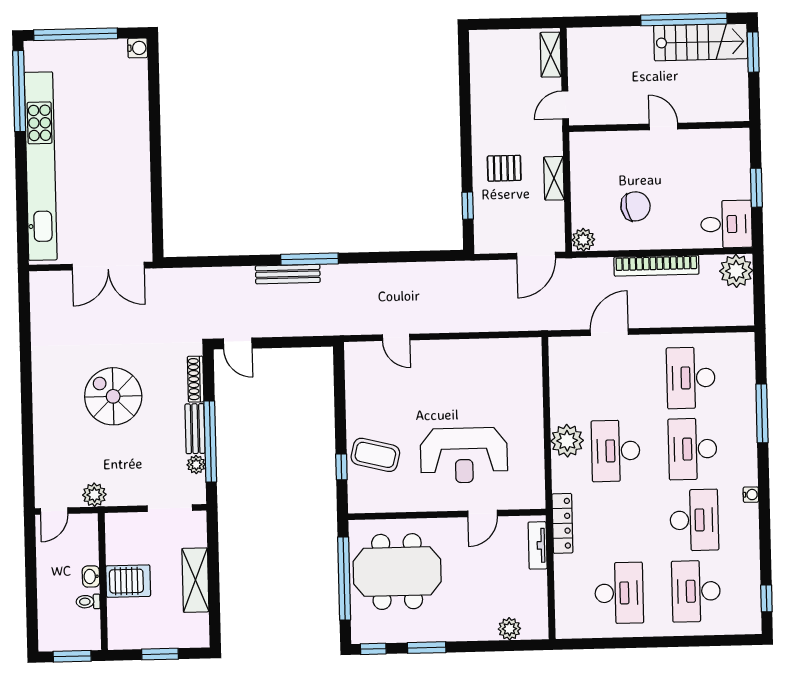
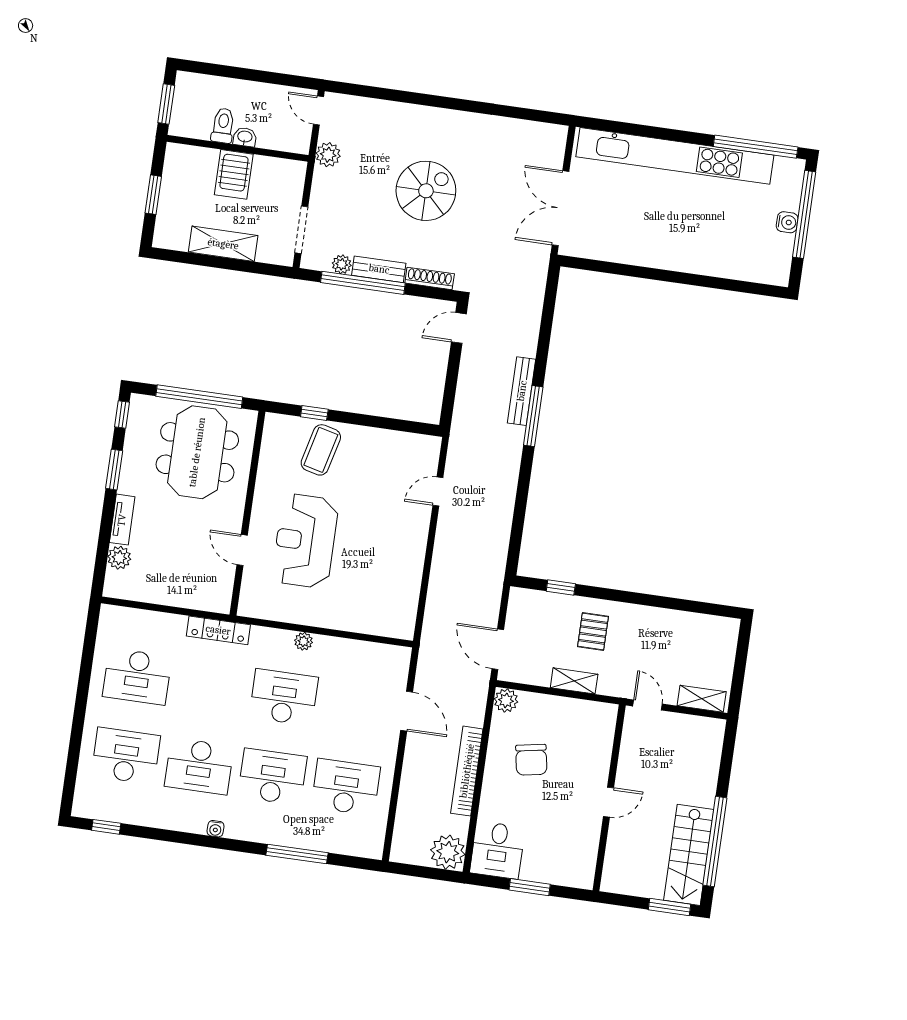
water cooler: (138, 48) -> (787, 222), moved, turned -90
plant: (567, 441) -> (304, 641), width x0.53, depth x0.53
tv unit: (538, 545) -> (122, 520), moved, turned 90
toilet: (88, 602) -> (223, 126), width x1.37, depth x1.39

